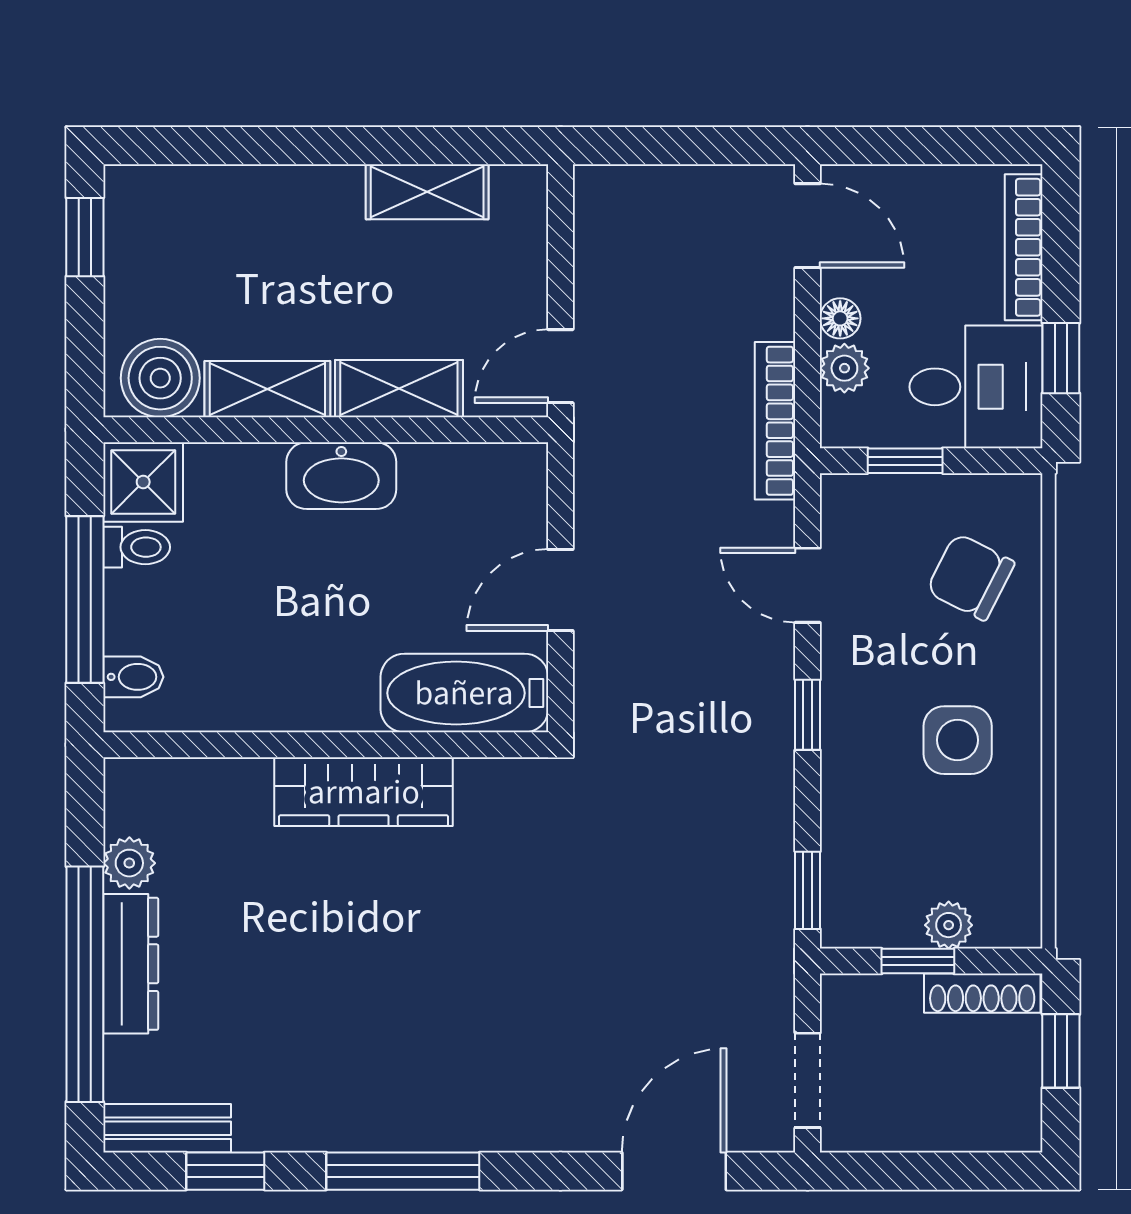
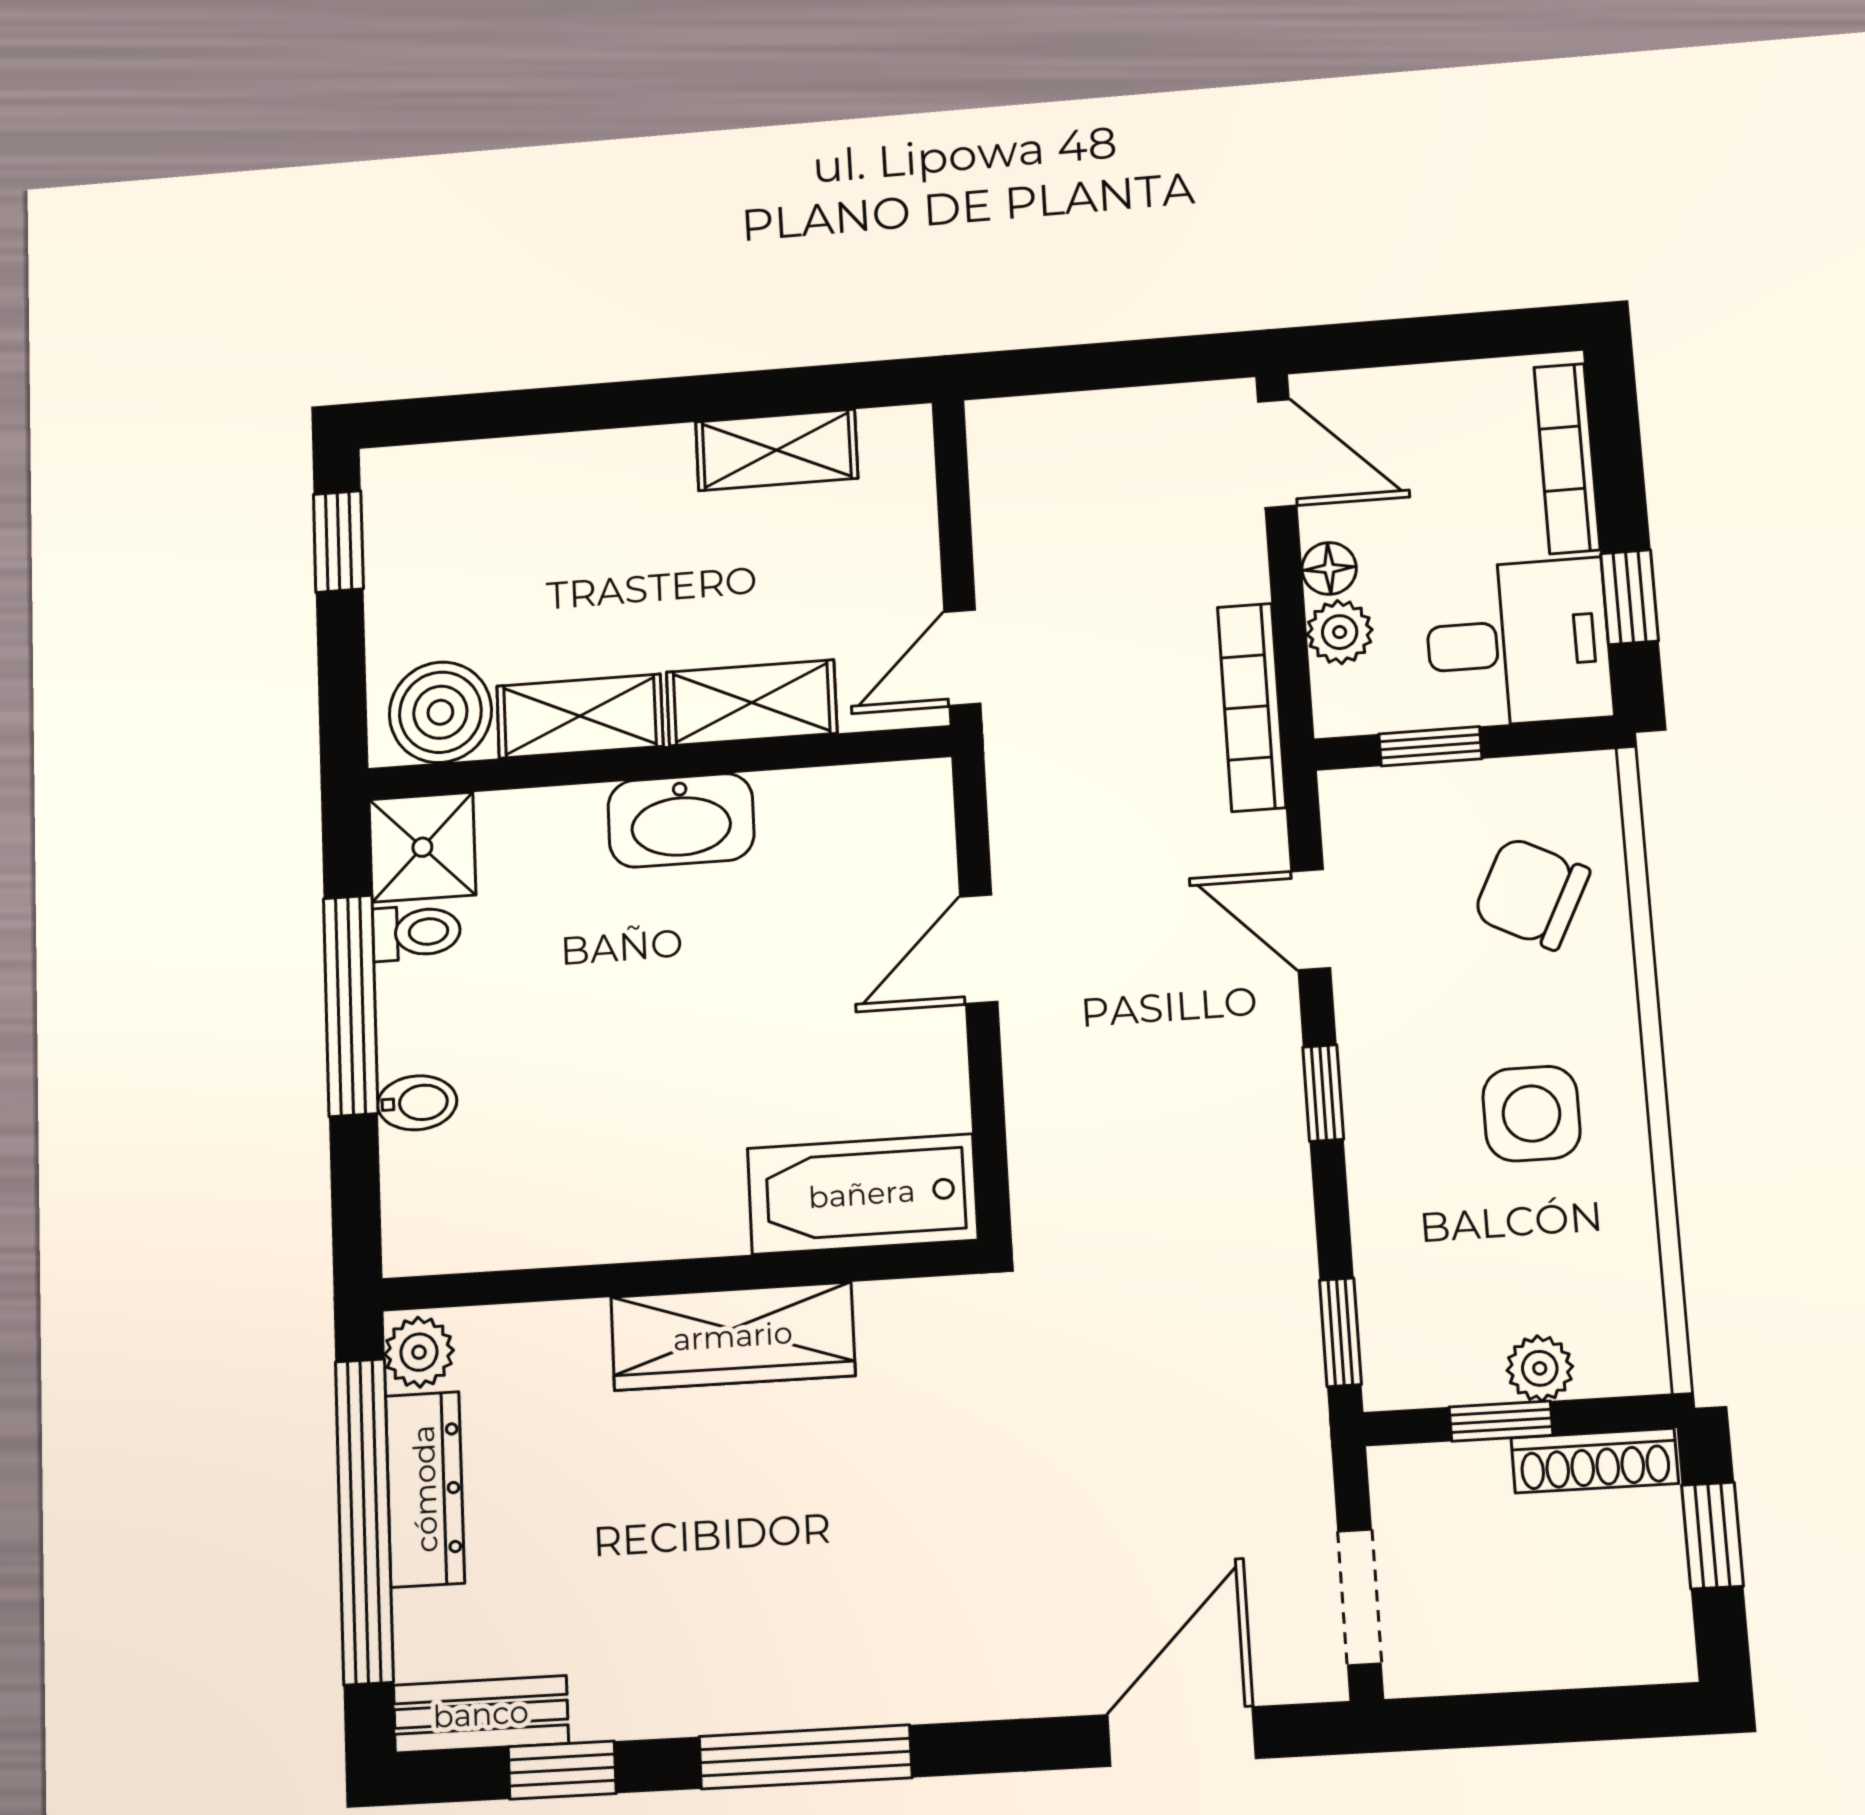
bathtub: (464, 693) -> (862, 1194), moved
wall: (326, 745) -> (679, 1276), moved
wardrobe: (364, 792) -> (733, 1336), moved

